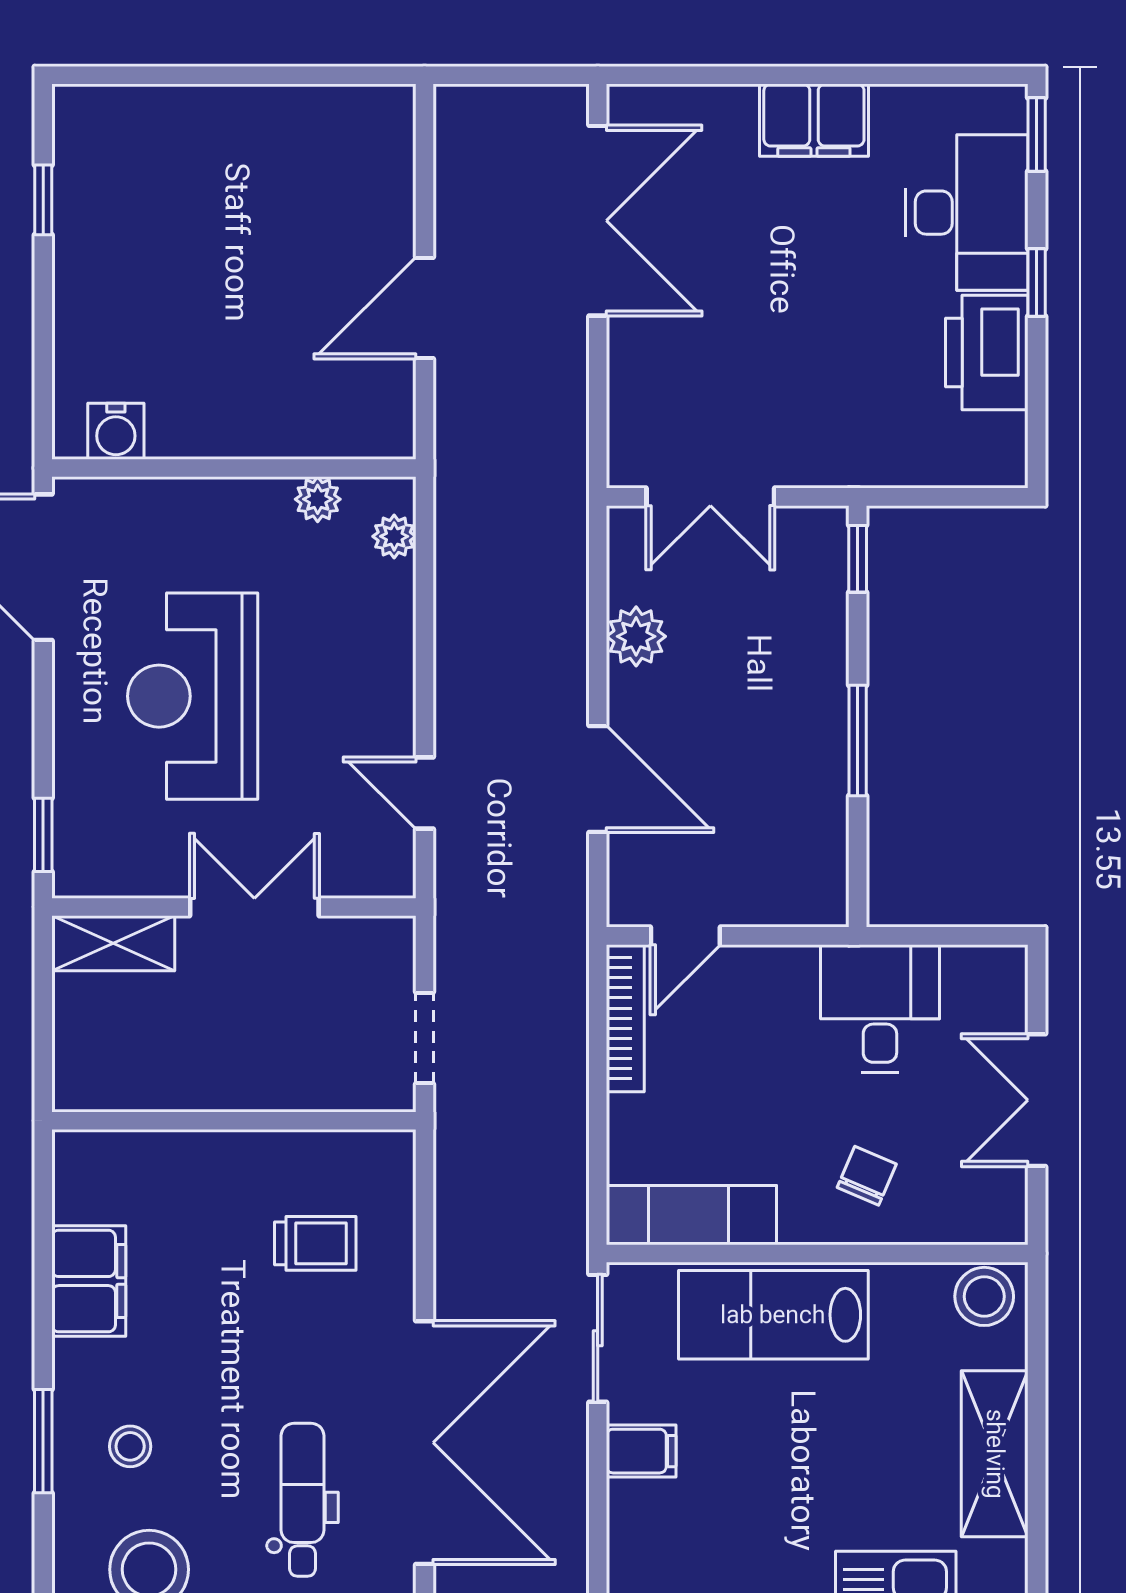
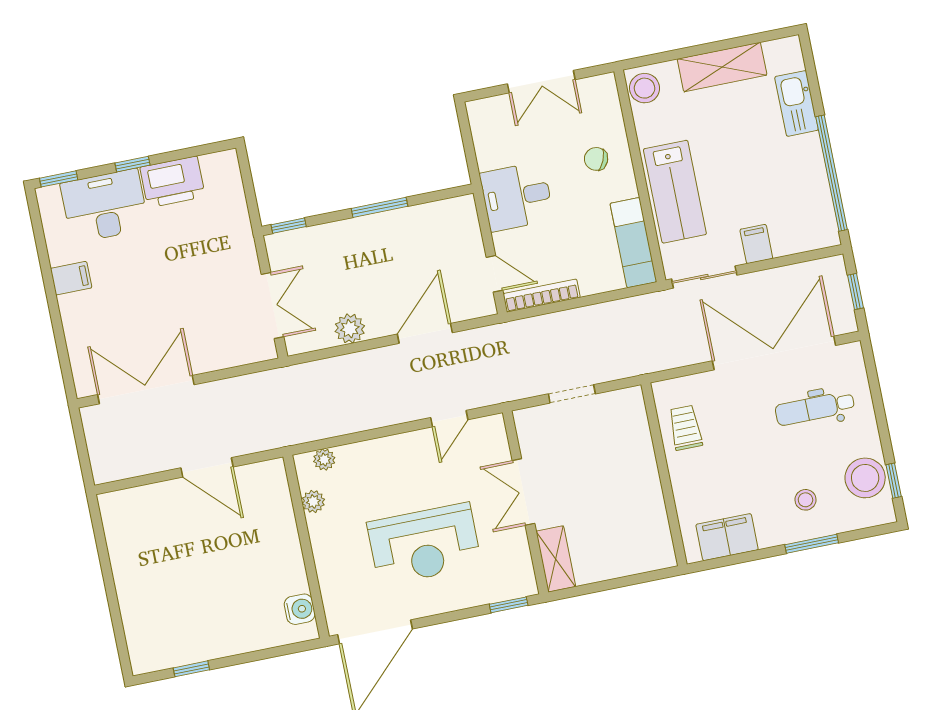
filing cabinet: (814, 120) -> (71, 278), width x0.50
desk: (880, 1009) -> (517, 197), moved
wall: (234, 1121) -> (664, 474), moved

